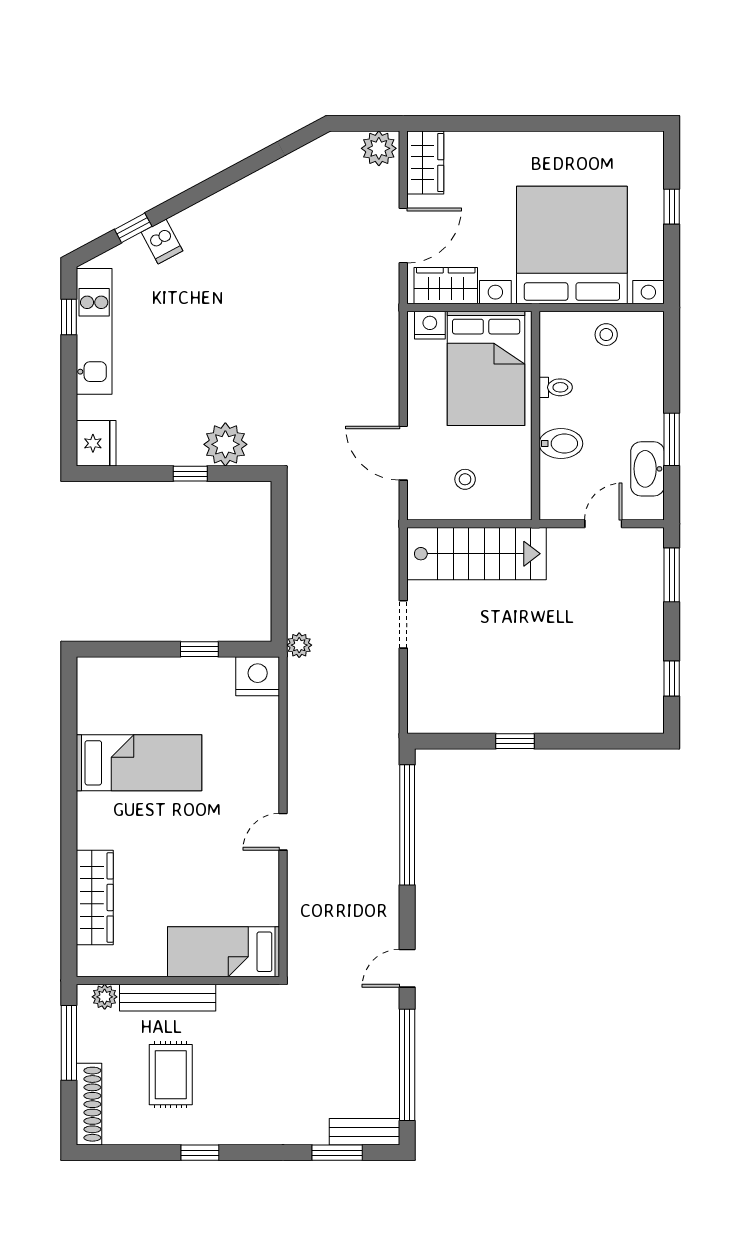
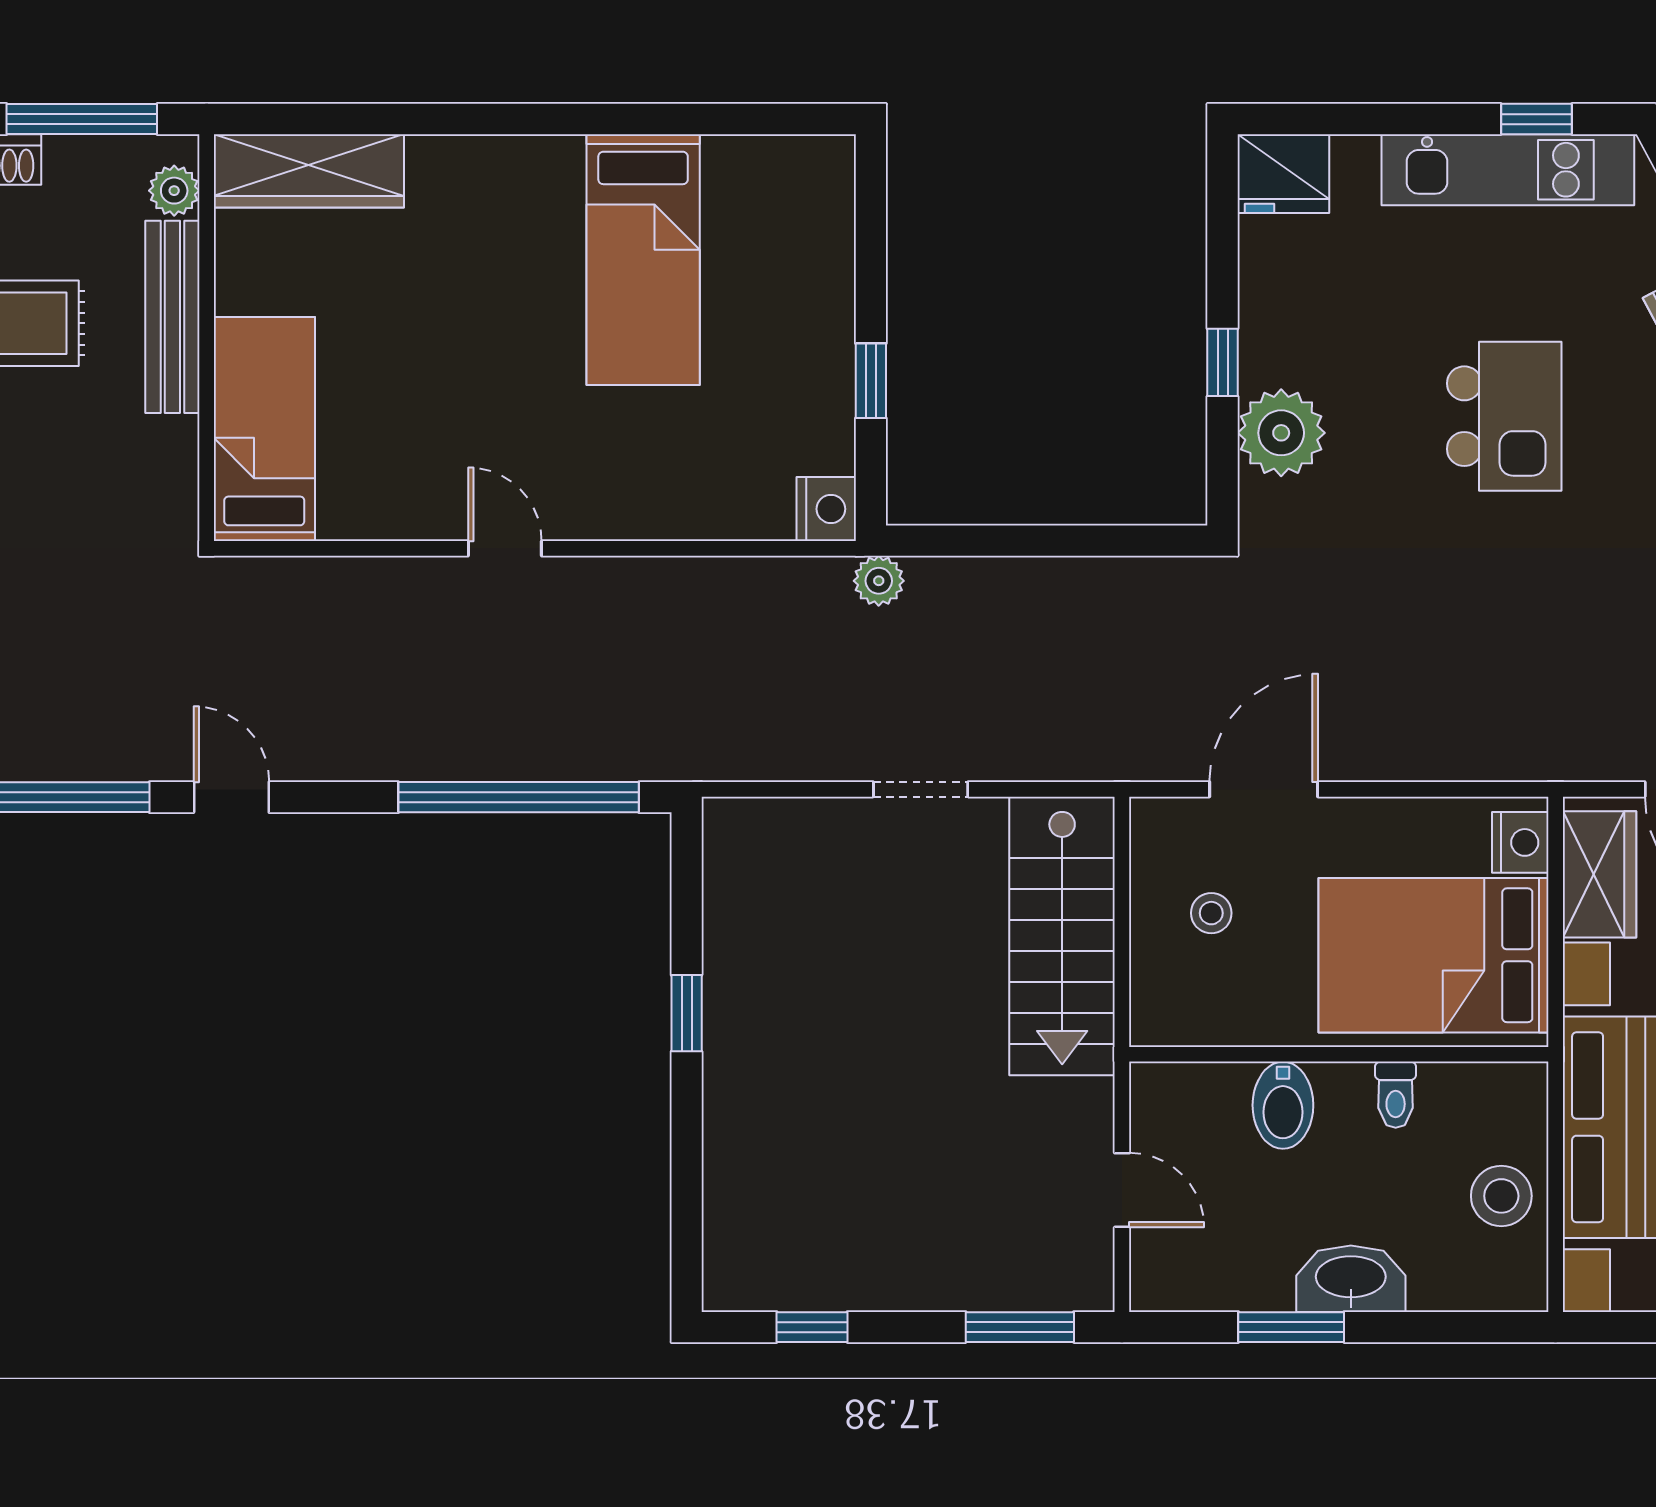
kitchen island: (217, 333) -> (1504, 416), added
stool: (606, 335) -> (1501, 1196), width x1.37, depth x1.37
washbasin: (647, 469) -> (1351, 1279), moved
nightstand: (258, 676) -> (826, 509), width x0.74, depth x0.75
wardrobe: (95, 897) -> (309, 171), moved

